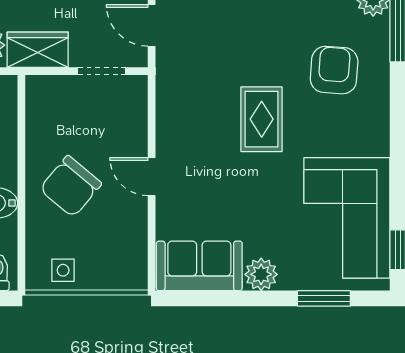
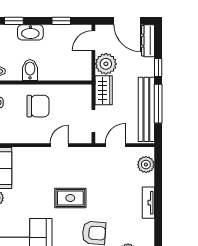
door: (152, 177) -> (59, 145), moved
chair: (71, 186) -> (38, 106), turned 140

